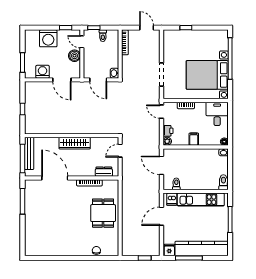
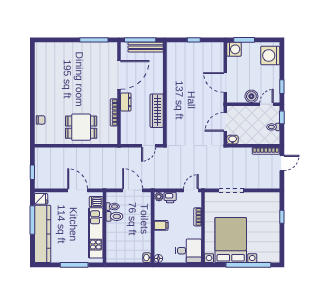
door: (147, 28) -> (282, 163), moved
washing machine: (48, 38) -> (270, 56), moved
washing machine: (43, 72) -> (234, 49), moved
door: (62, 80) -> (225, 83), hinge flipped
wardrobe: (75, 143) -> (157, 111), moved
door: (120, 151) -> (149, 146), swing flipped
door: (161, 165) -> (133, 190), hinge flipped
dresser: (104, 172) -> (126, 102), moved
toilet: (223, 182) -> (114, 216), moved

